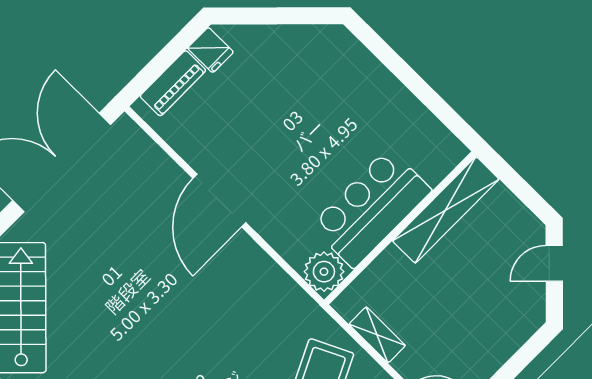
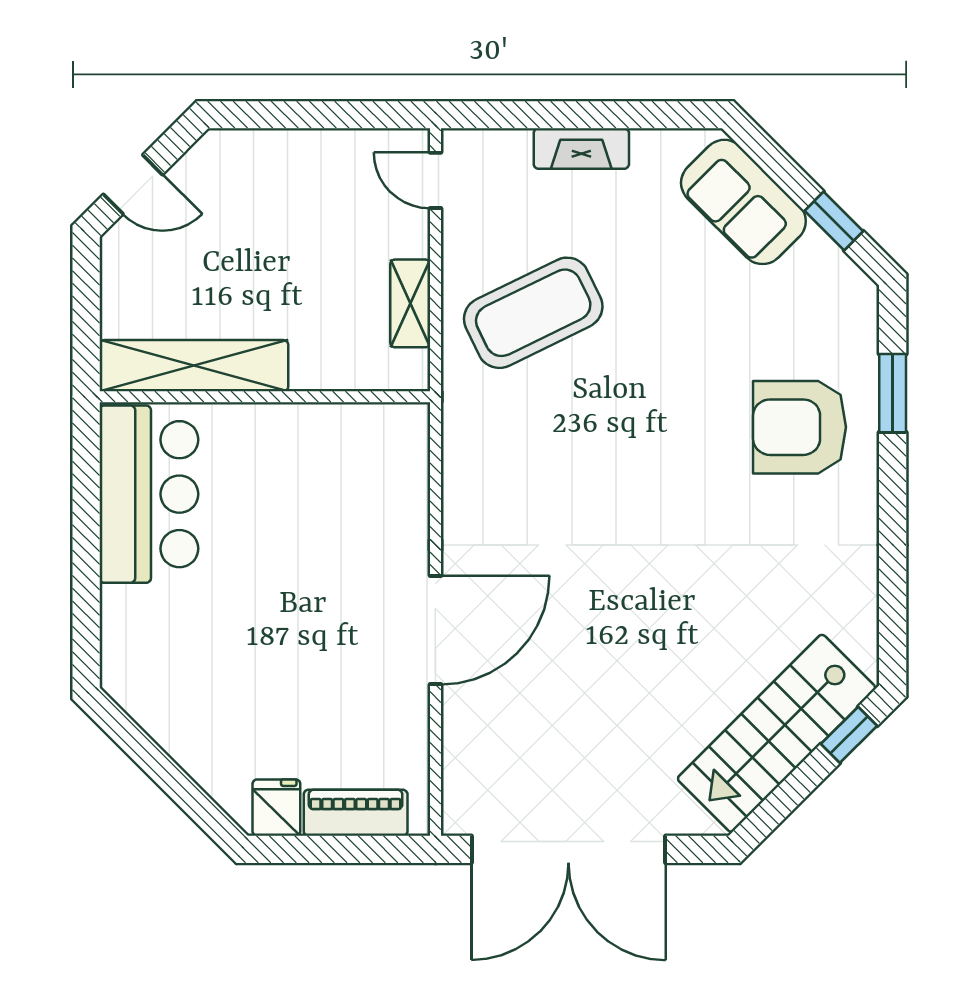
bar counter: (371, 208) -> (149, 494), moved, turned -90
plant: (324, 272) -> (399, 434), removed

